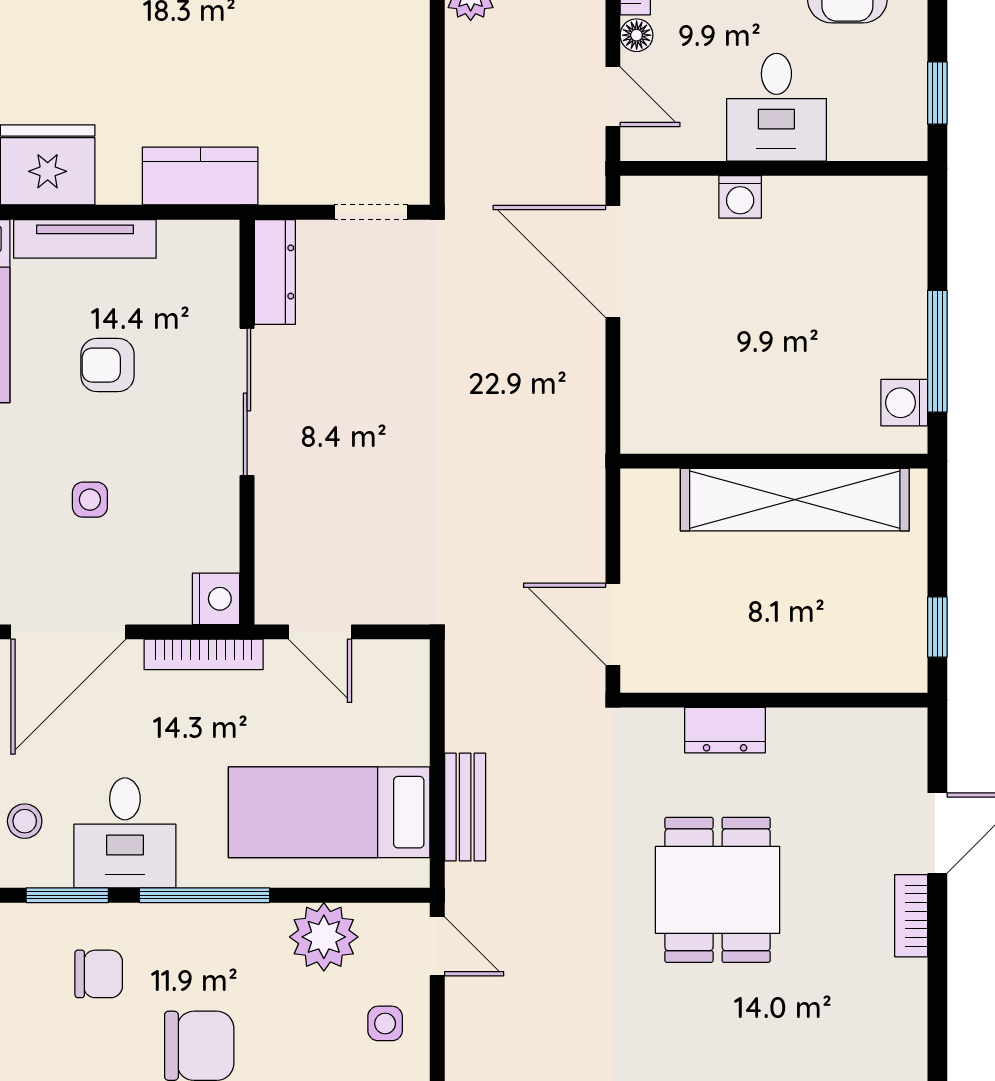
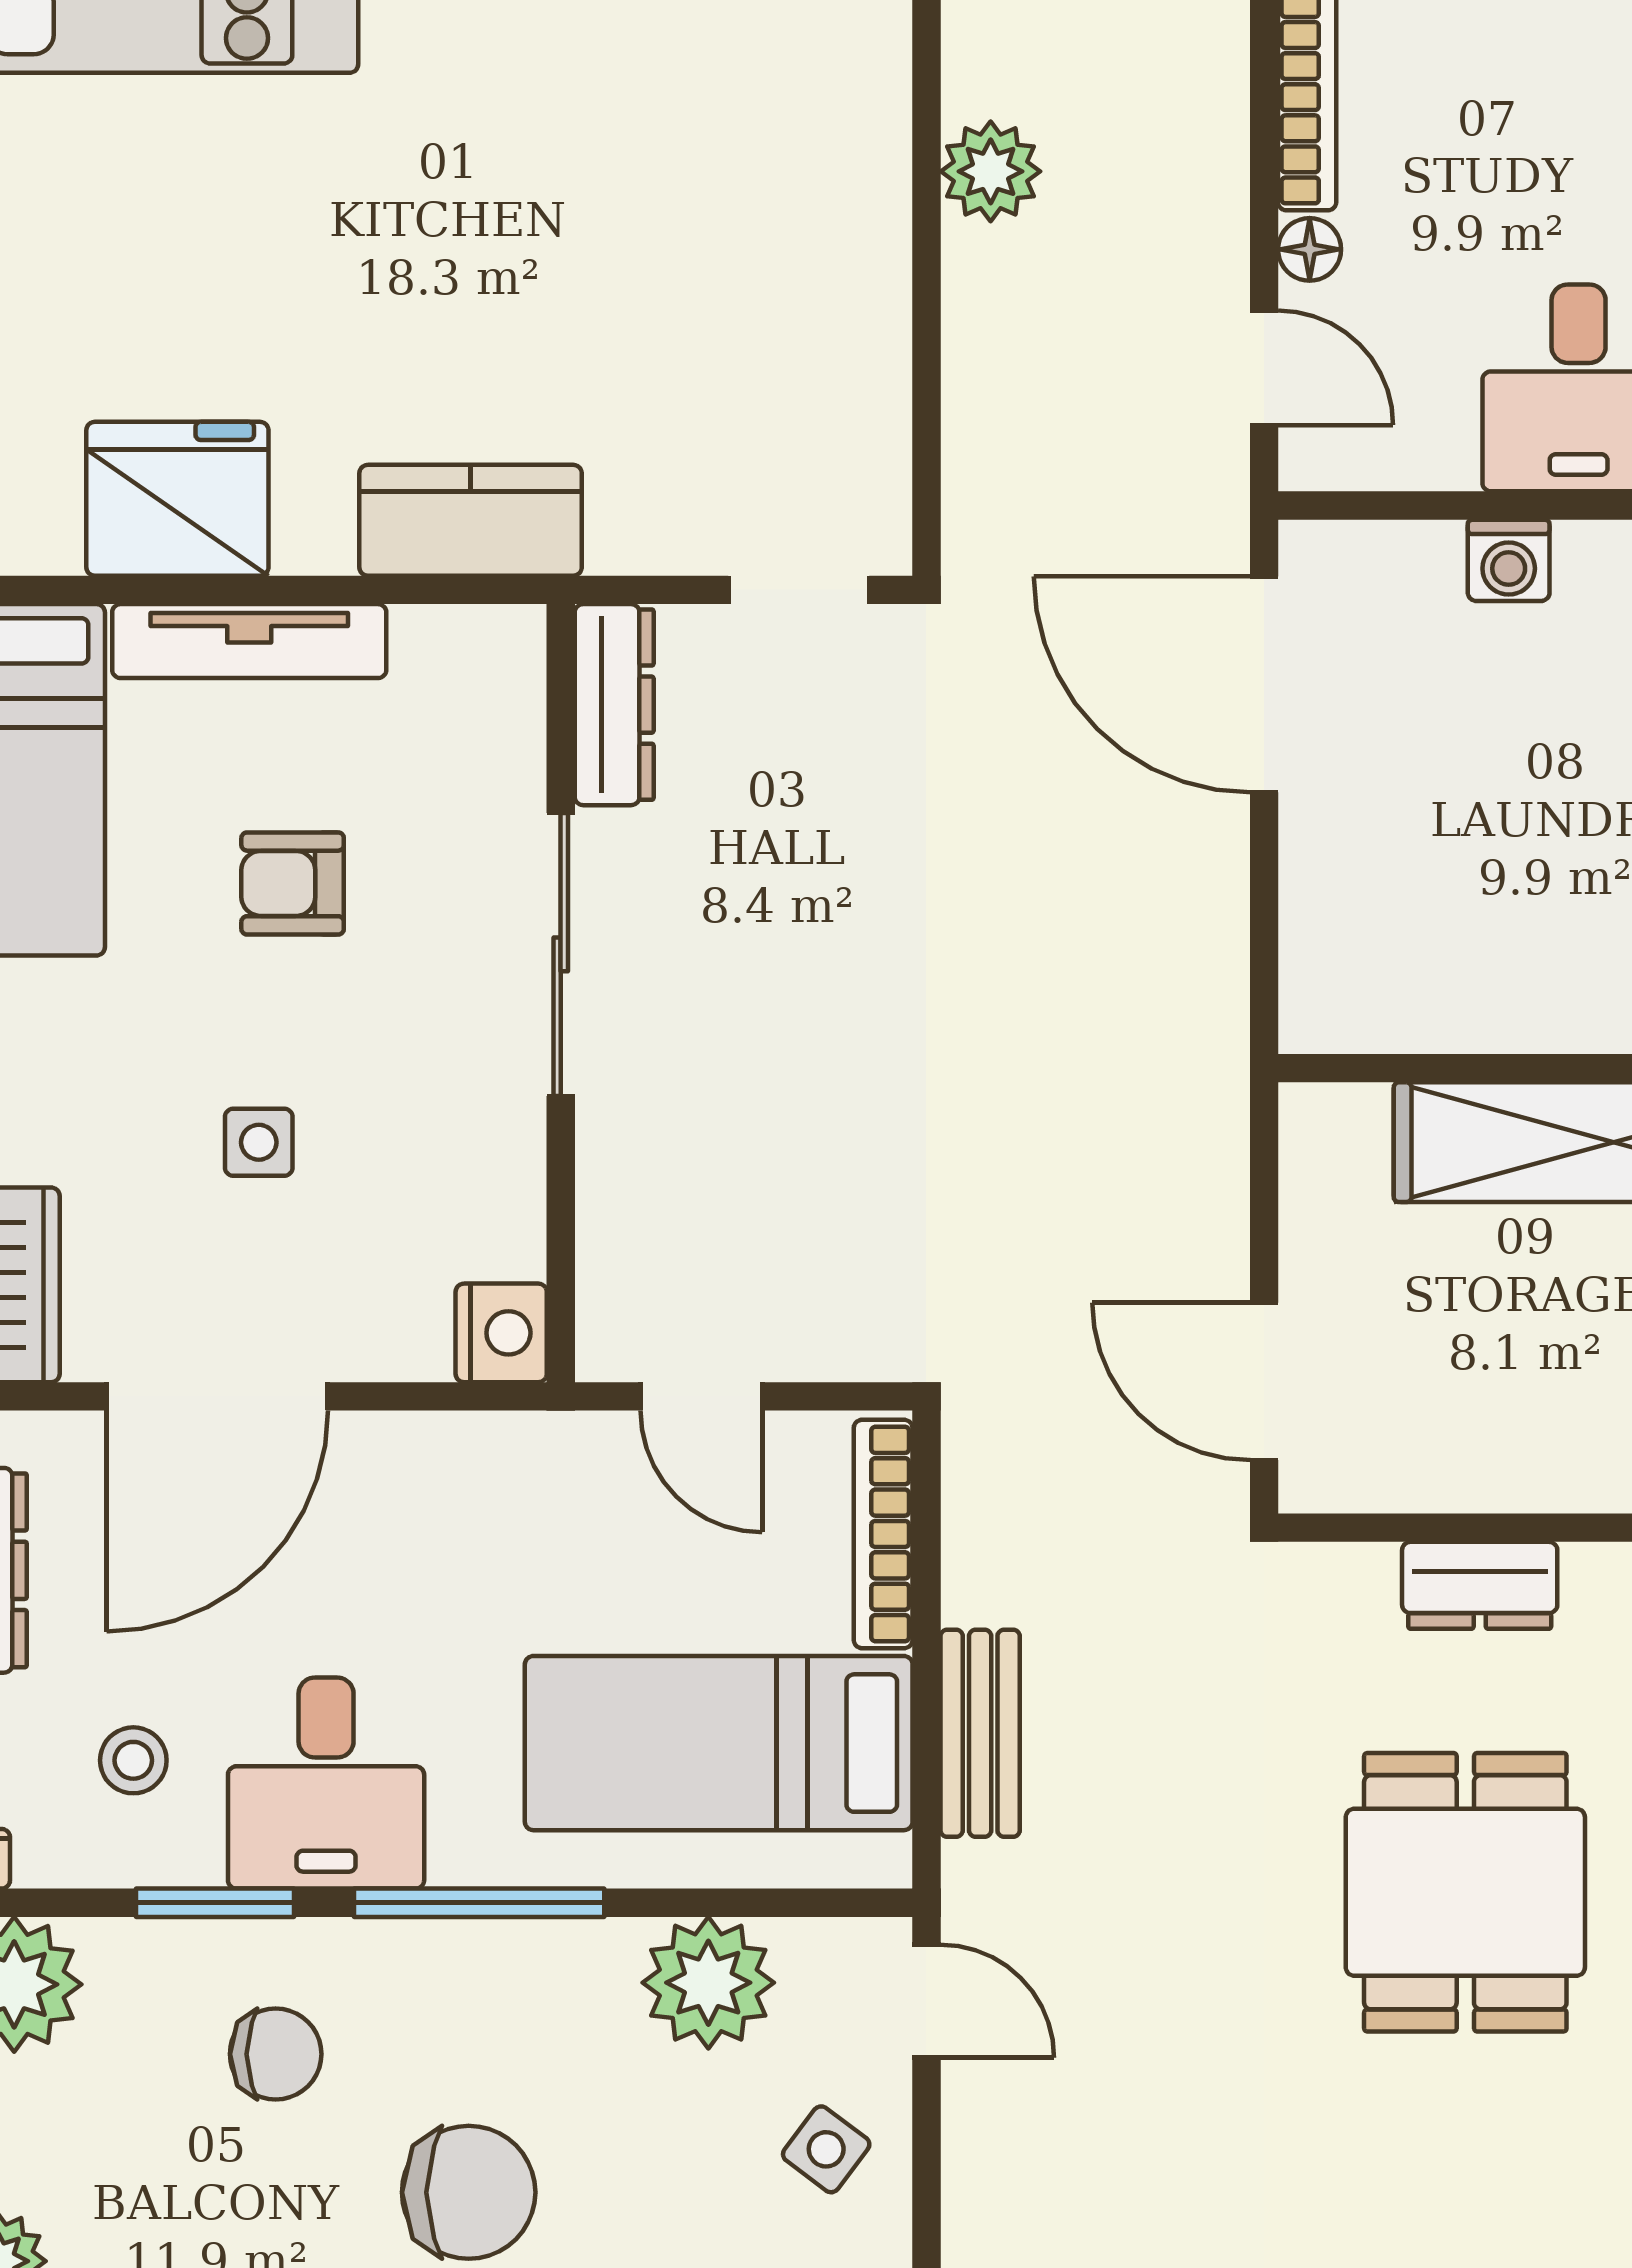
bookcase: (204, 654) -> (883, 1534), moved, turned 90
side table: (385, 1023) -> (826, 2149), turned 37

